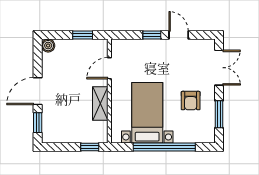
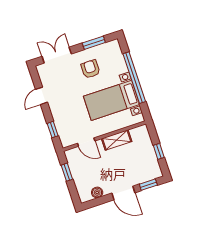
window: (152, 35) -> (53, 130), moved
boiler: (48, 46) -> (97, 192), moved
armchair: (191, 101) -> (90, 69), turned -90
window: (90, 147) -> (159, 151), moved

